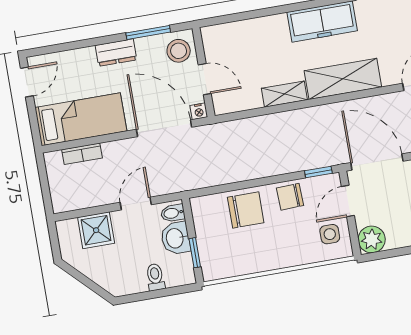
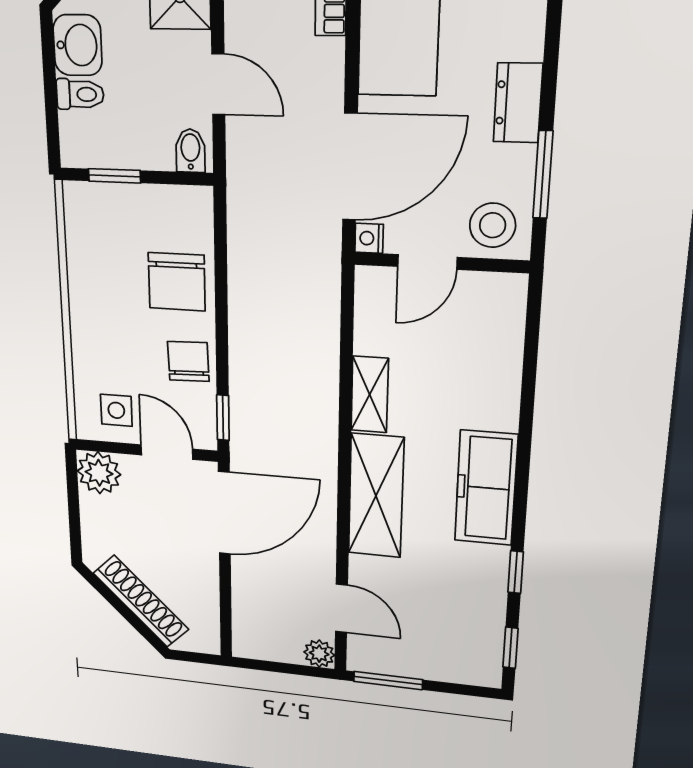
washbasin: (175, 238) -> (78, 45), moved, turned 90

